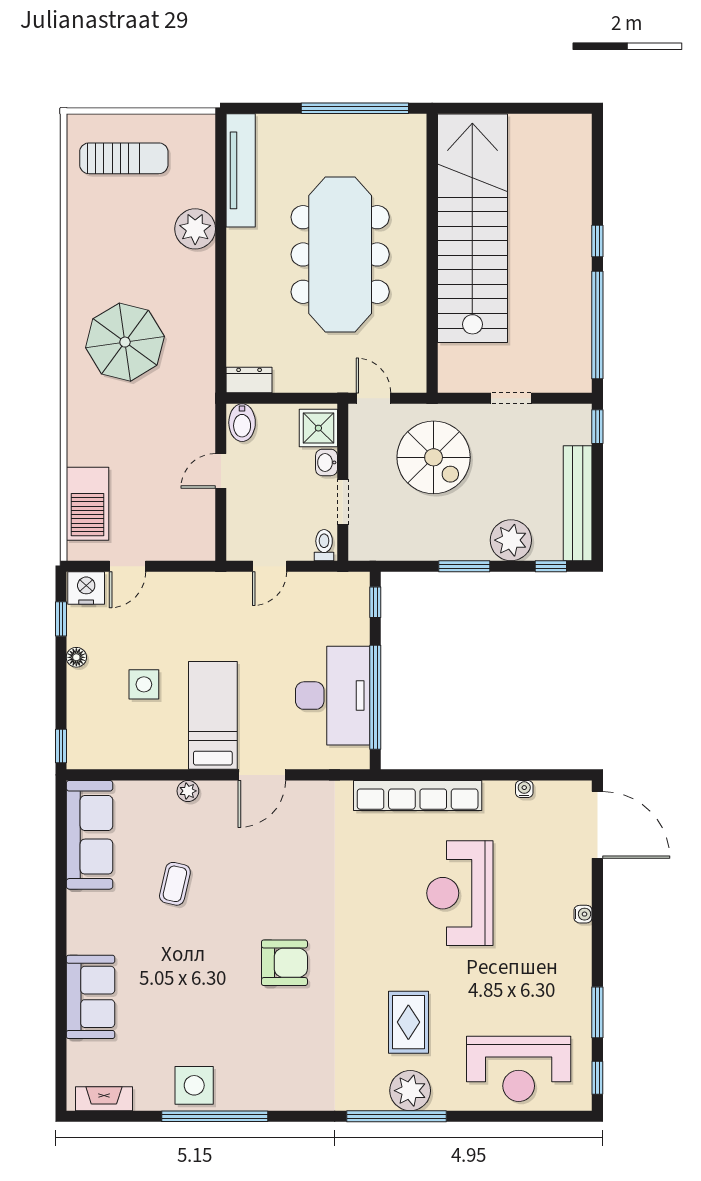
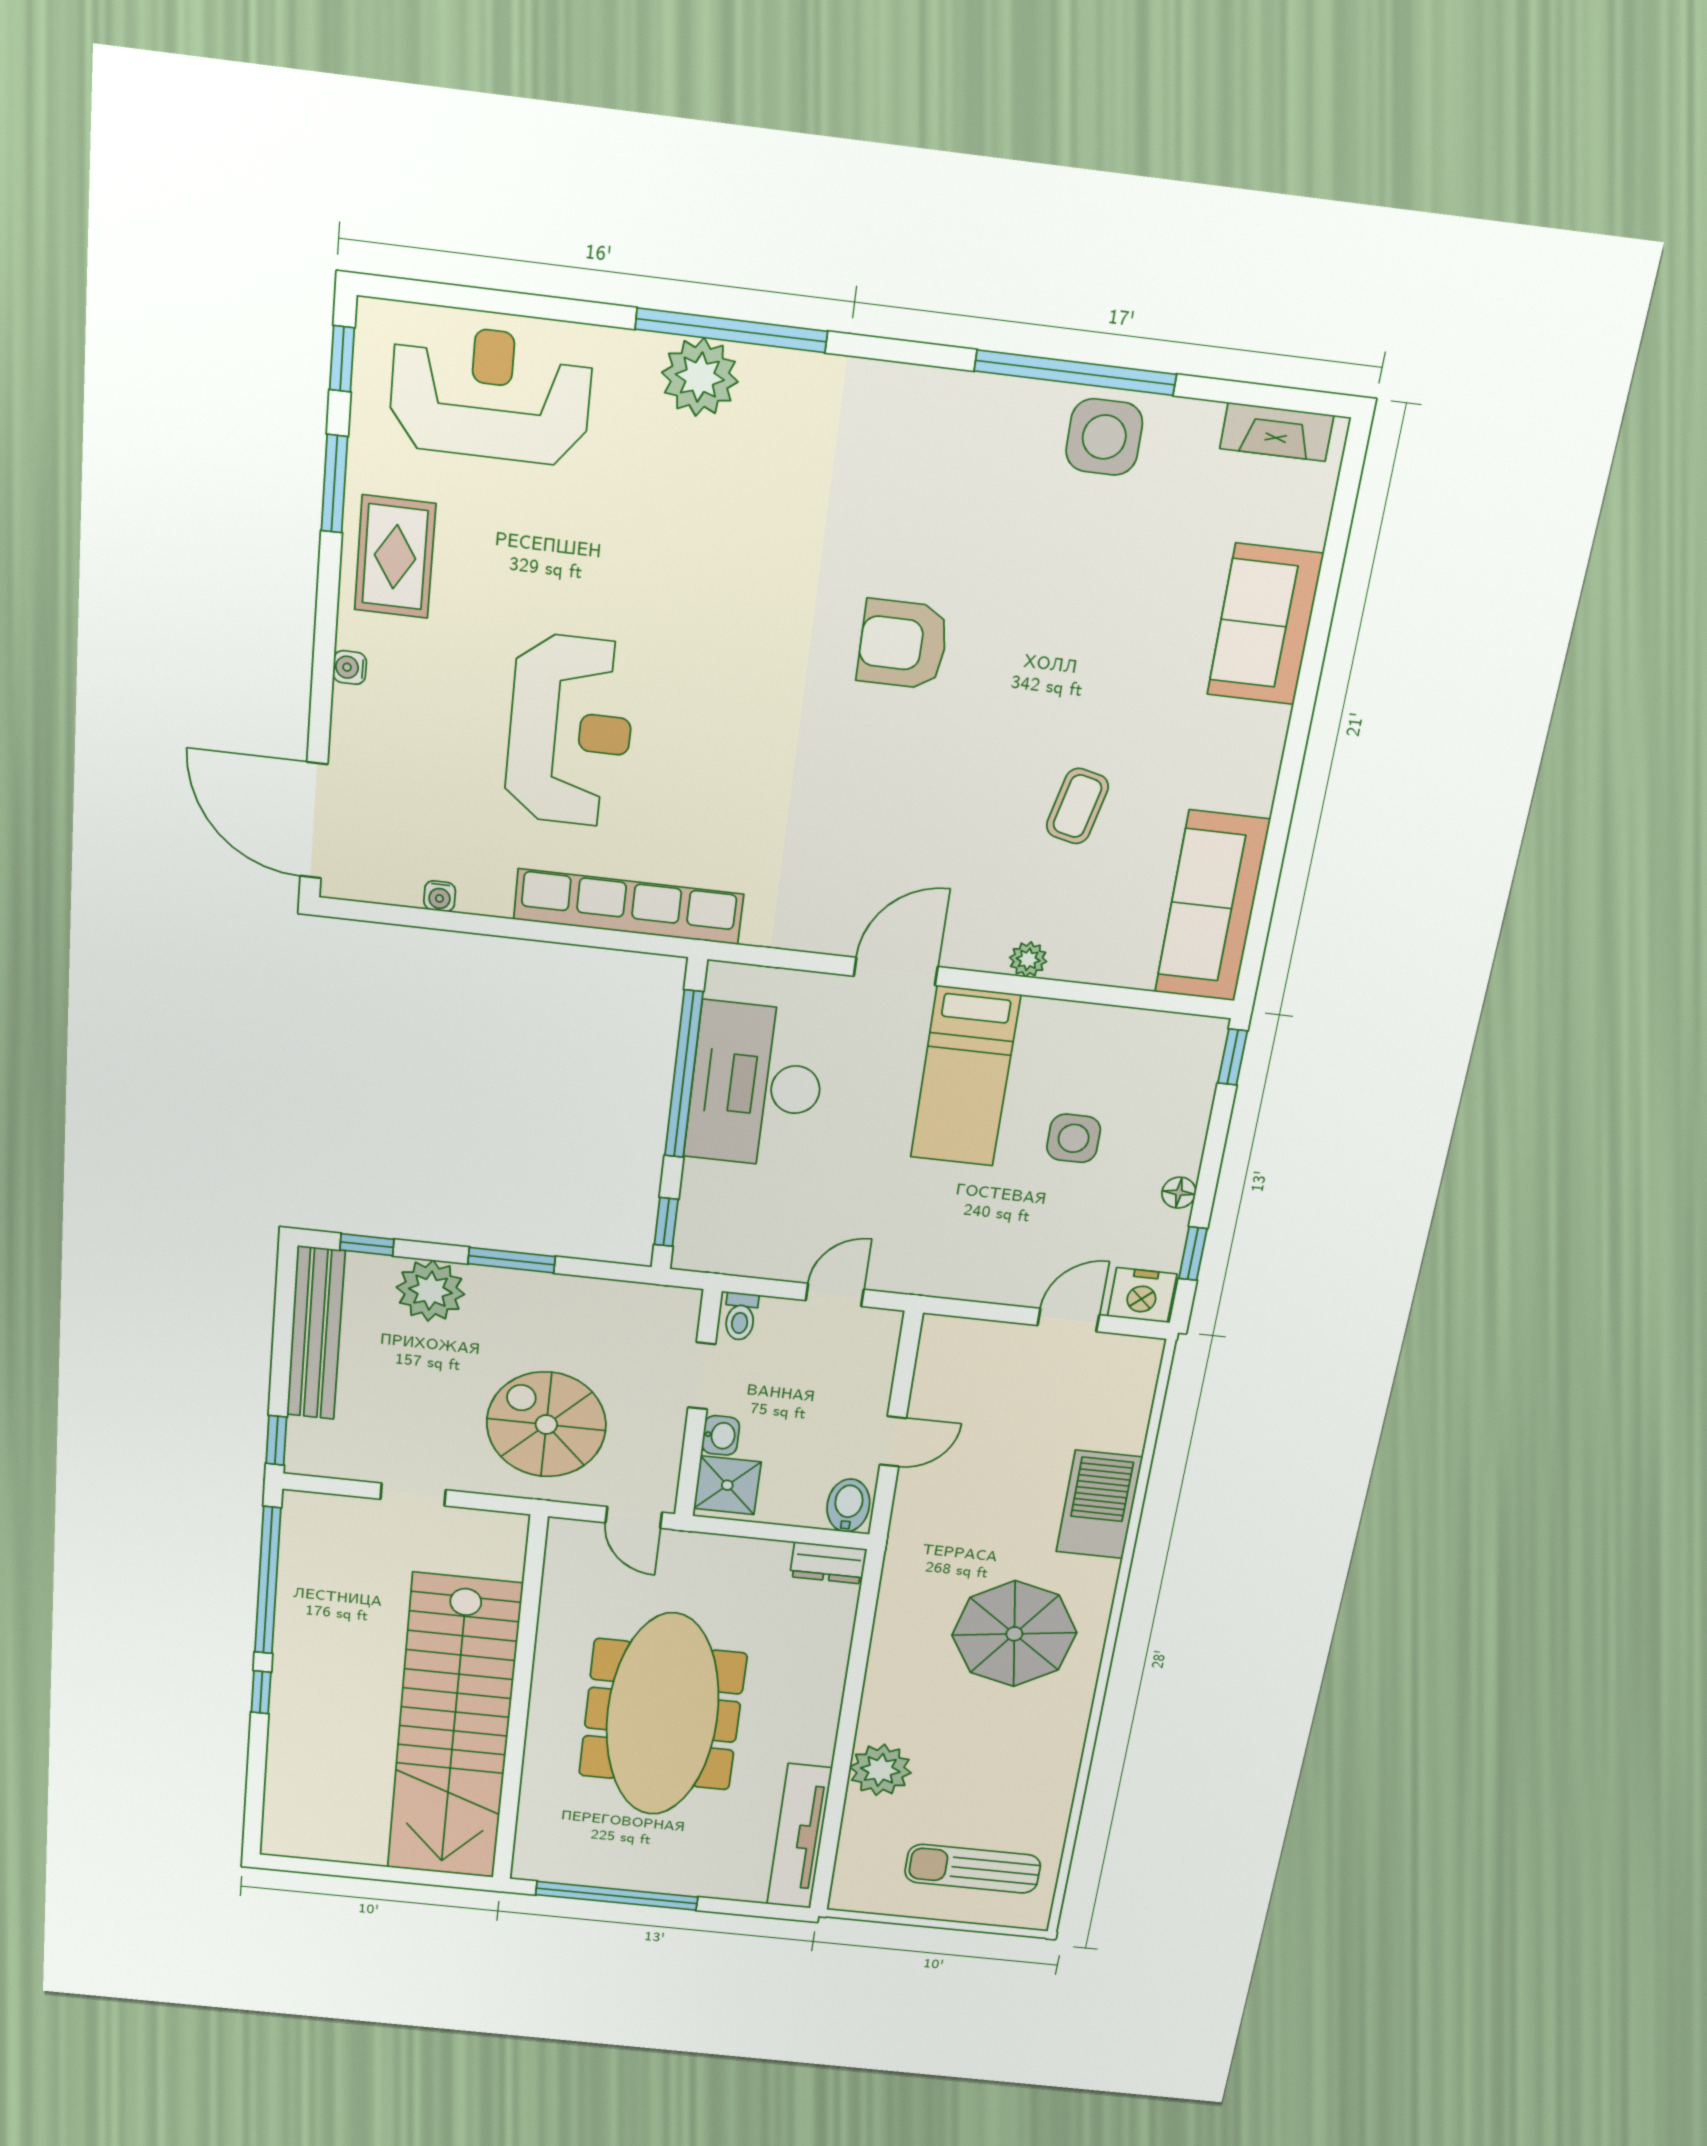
barbecue: (87, 504) -> (1099, 1505), moved
rug: (408, 1022) -> (395, 557), moved

